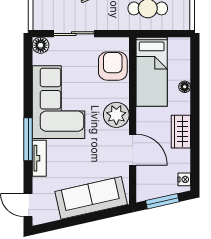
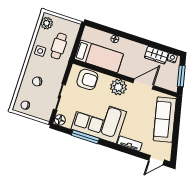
armchair: (113, 66) -> (87, 79), turned 180
wardrobe: (181, 132) -> (156, 55), moved
window: (28, 139) -> (85, 137), moved

